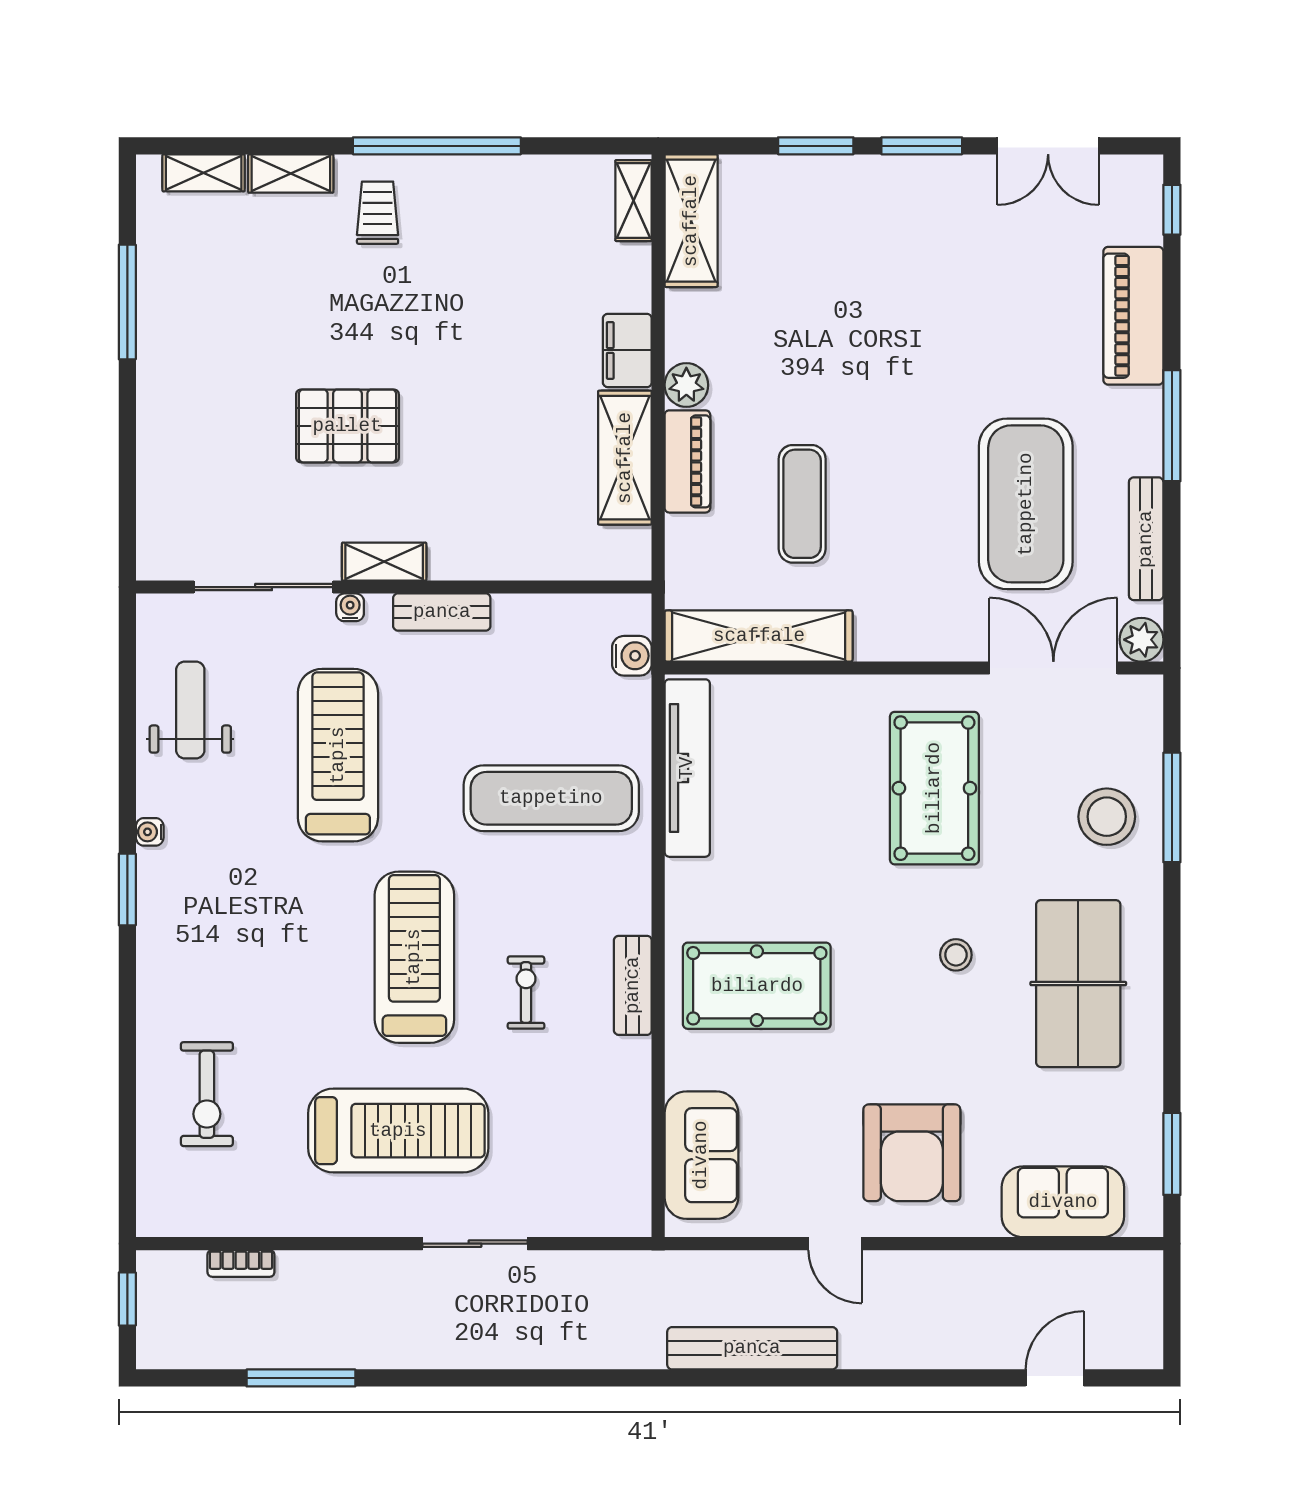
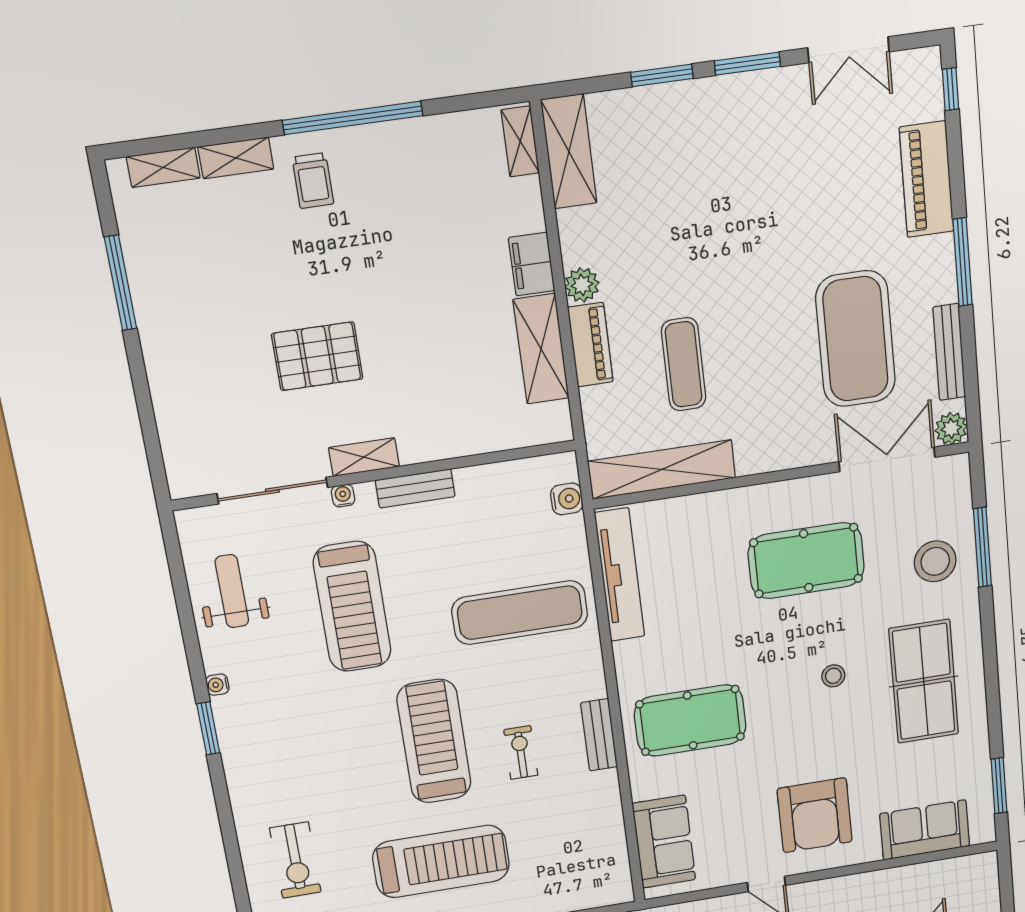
trolley: (378, 213) -> (313, 181), turned 180
treadmill: (338, 755) -> (352, 607), turned 180
pool table: (934, 788) -> (806, 561), turned 90

